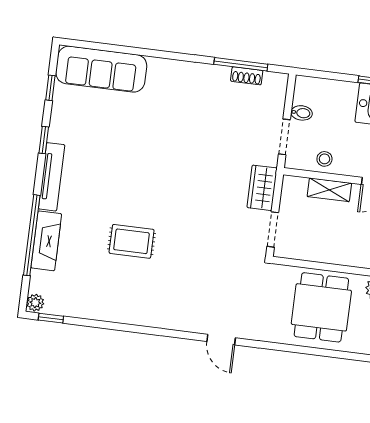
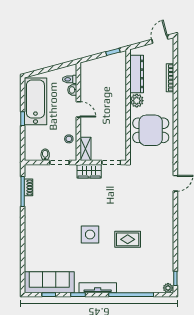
sofa: (101, 69) -> (49, 282), moved, turned -90
side table: (149, 175) -> (90, 234), added
shelving: (329, 190) -> (86, 149), moved
fireplace: (46, 241) -> (133, 286), removed
rug: (132, 241) -> (128, 239), turned 90

